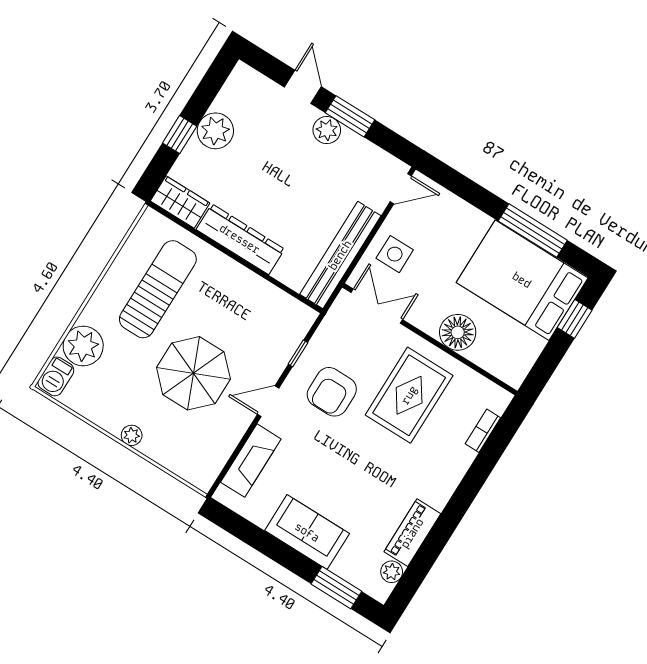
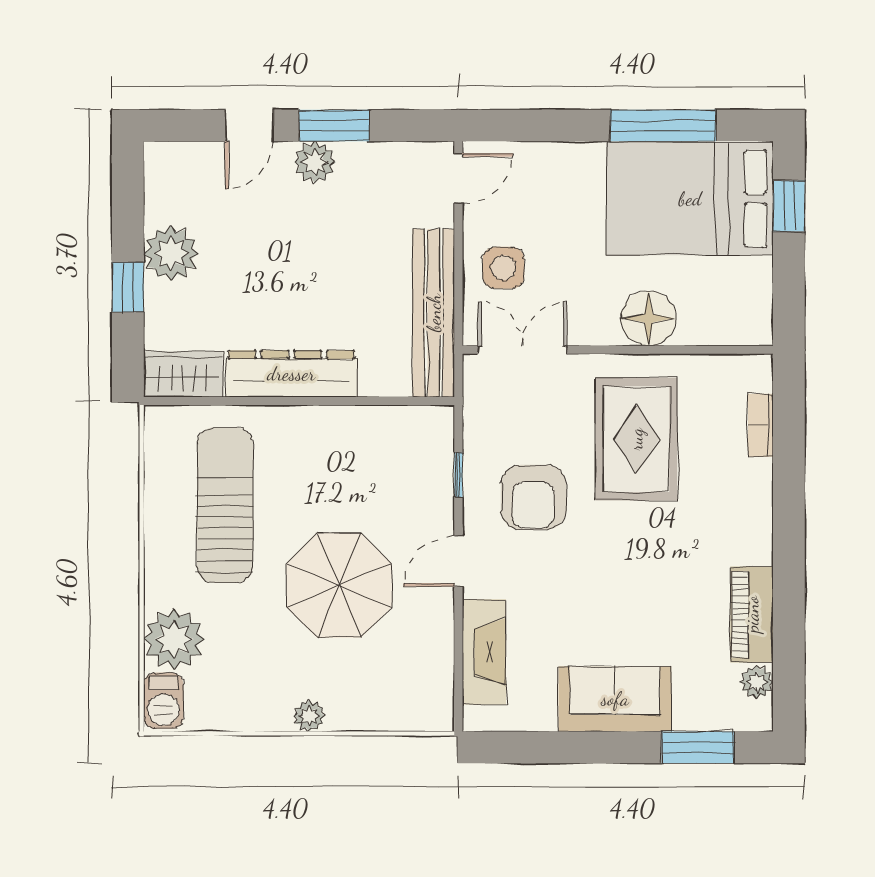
door: (303, 87) -> (249, 125), swing flipped

